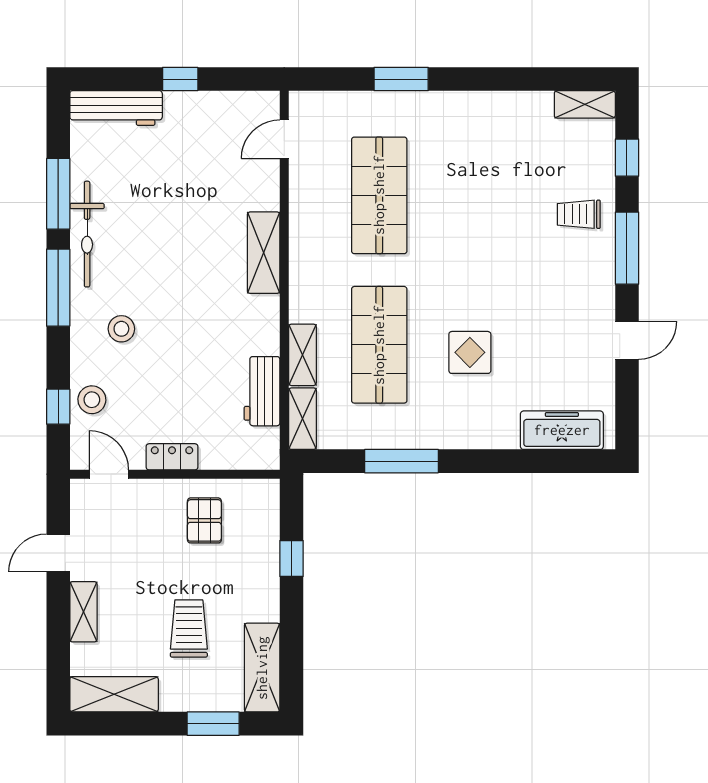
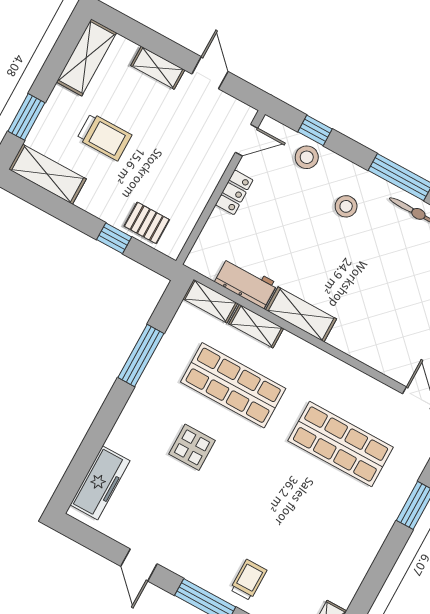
shelving: (264, 253) -> (301, 314), moved
pallet: (204, 520) -> (147, 223), moved

